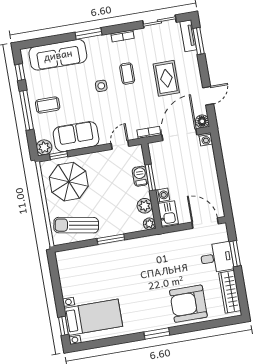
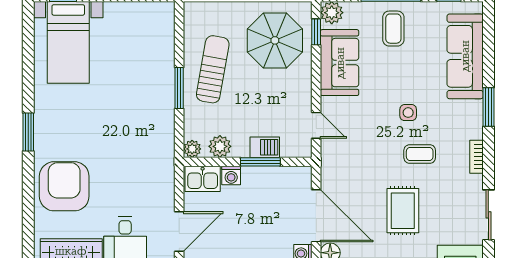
rug: (166, 78) -> (403, 211), turned 90
bookcase: (149, 132) -> (327, 171), removed
sun lounger: (76, 225) -> (213, 69), moved

